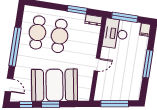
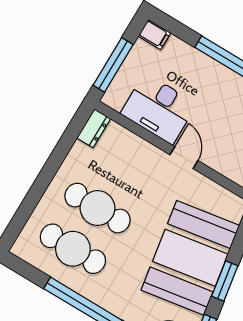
window: (77, 10) -> (60, 152), removed
desk: (115, 34) -> (159, 109), moved

